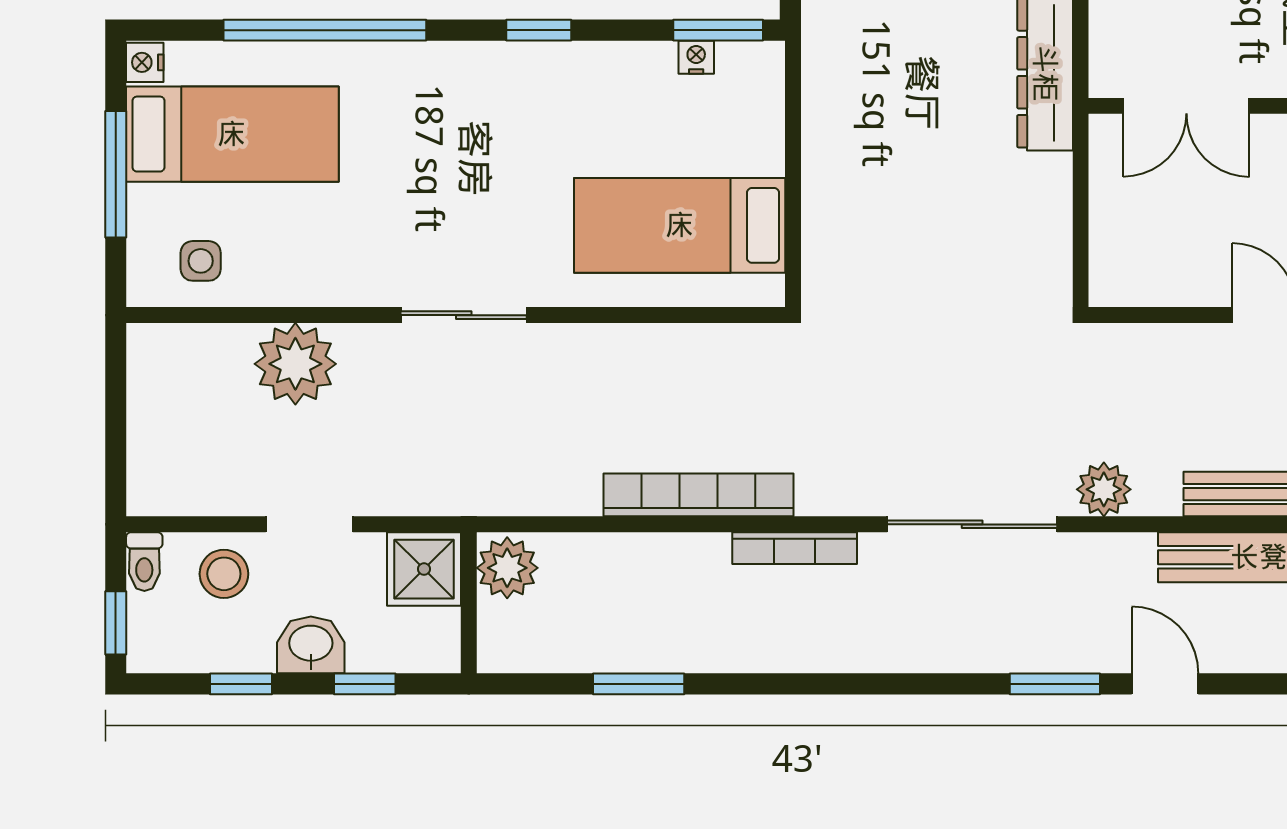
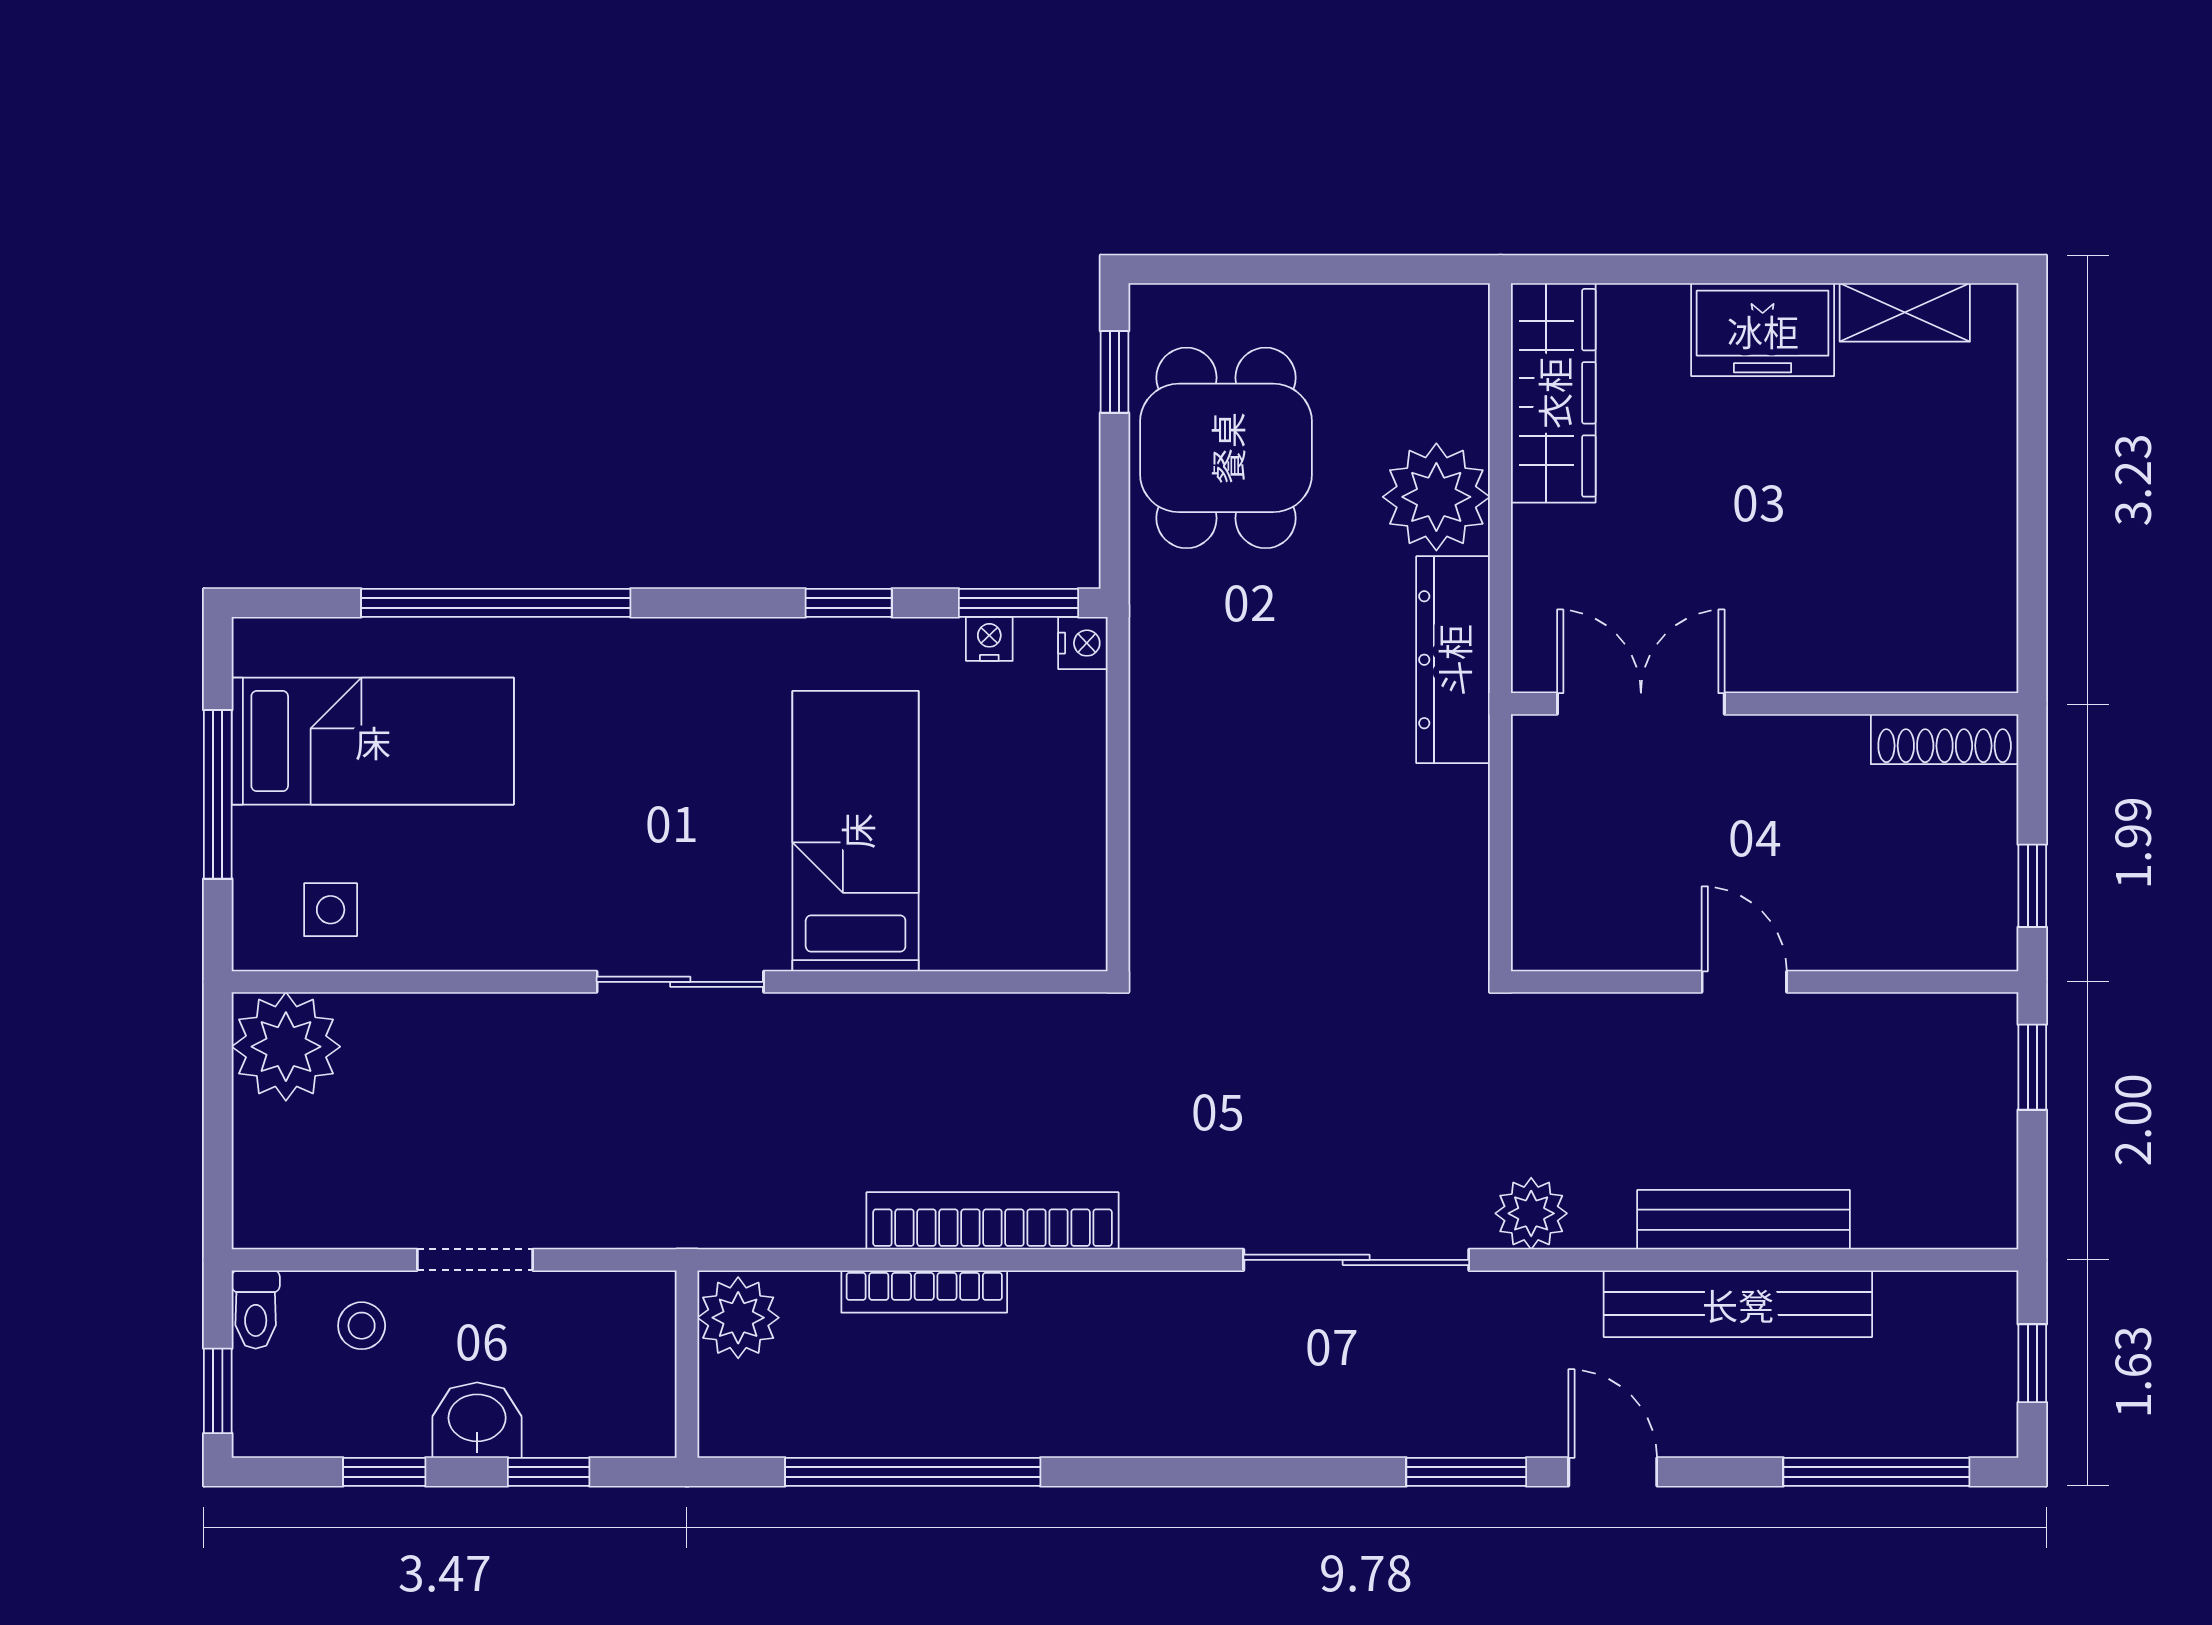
window: (539, 30) -> (849, 603), moved
nightstand: (145, 62) -> (1083, 643), moved, turned 180
double door: (1186, 106) -> (1641, 704), swing flipped
bed: (680, 225) -> (856, 831), moved, turned 90
plant: (295, 364) -> (286, 1047), moved
bookcase: (795, 548) -> (924, 1291), moved
shower: (424, 569) -> (628, 1319), removed
stool: (224, 574) -> (362, 1326), width x0.73, depth x0.73
window: (639, 684) -> (913, 1472), width x2.11

